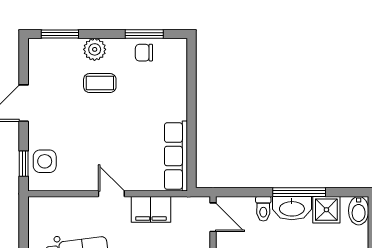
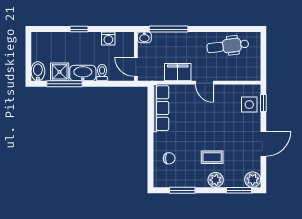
plant: (40, 50) -> (253, 180), added
chair: (144, 53) -> (169, 158), moved
window: (299, 192) -> (64, 84), moved

